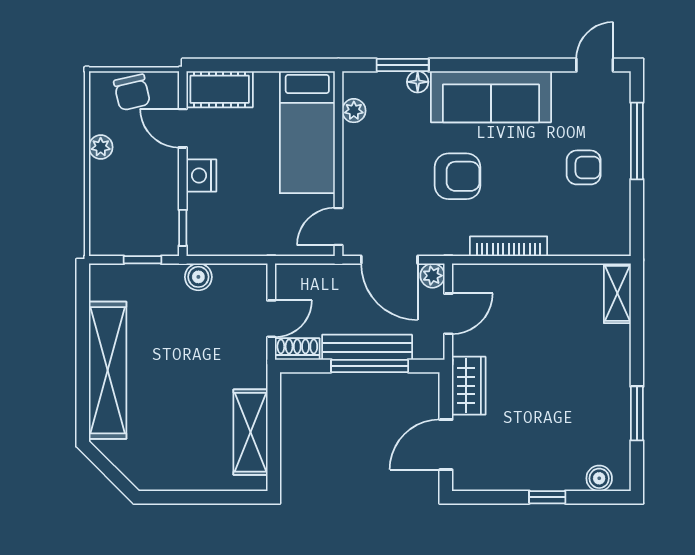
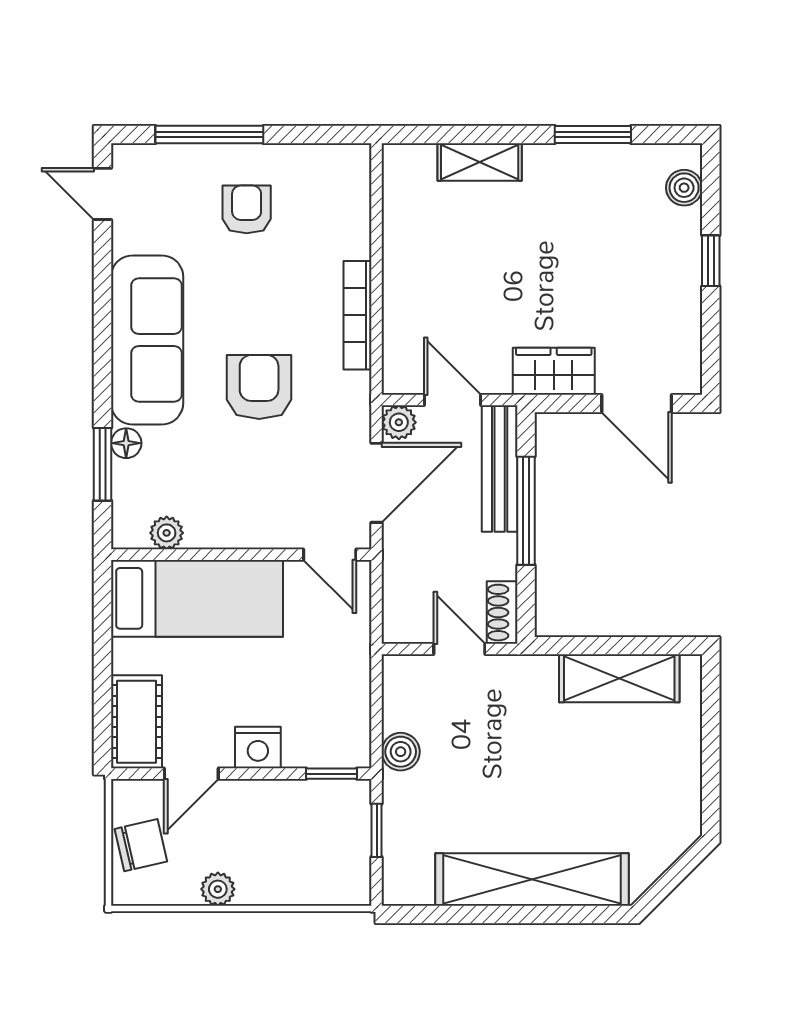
shelving: (617, 293) -> (480, 162), moved
bench: (367, 347) -> (500, 468), moved

